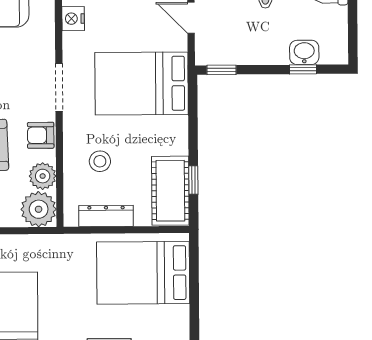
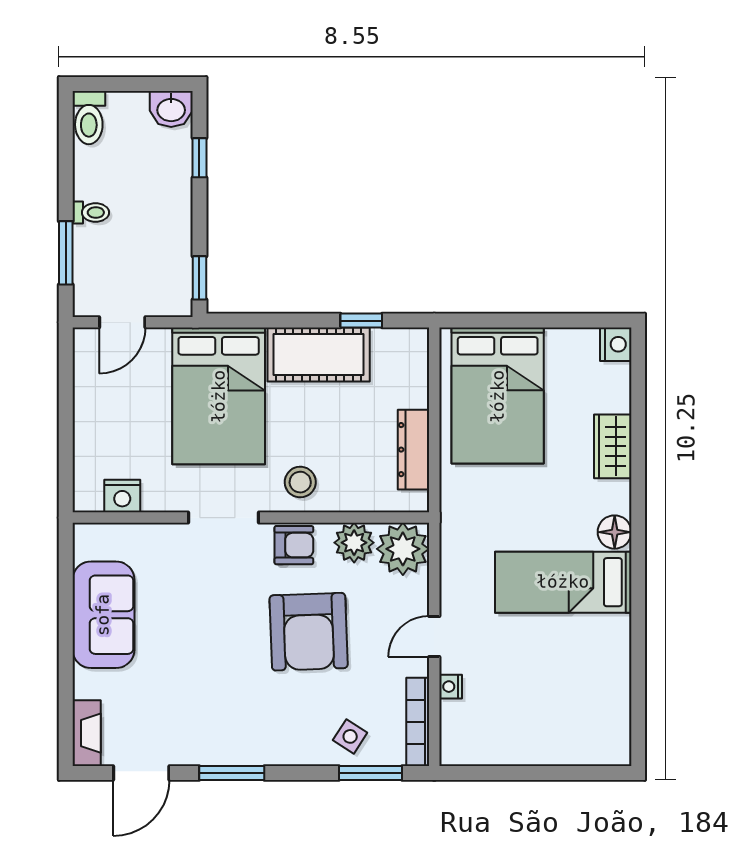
washbasin: (304, 52) -> (171, 109), moved, turned -90
armchair: (41, 135) -> (294, 545), turned -90
stool: (100, 161) -> (300, 482), moved
cot: (170, 191) -> (319, 354), moved

